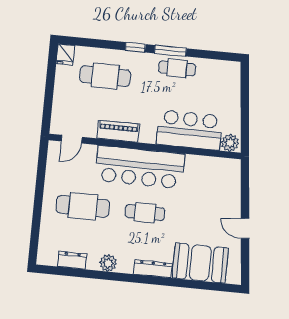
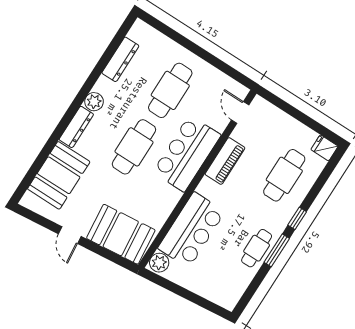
bar counter: (140, 167) -> (187, 154), width x0.73
booth: (223, 187) -> (121, 234), added
cafe table: (145, 213) -> (134, 147), width x1.37, depth x1.35
door: (245, 228) -> (70, 235), swing flipped
dresser: (72, 260) -> (120, 59), width x1.44
plant: (108, 263) -> (94, 102), moved

